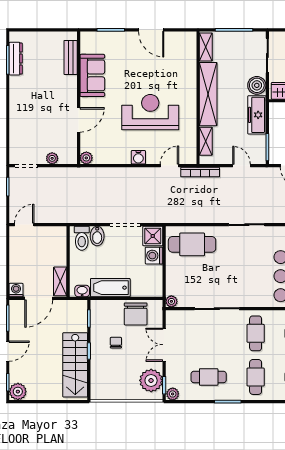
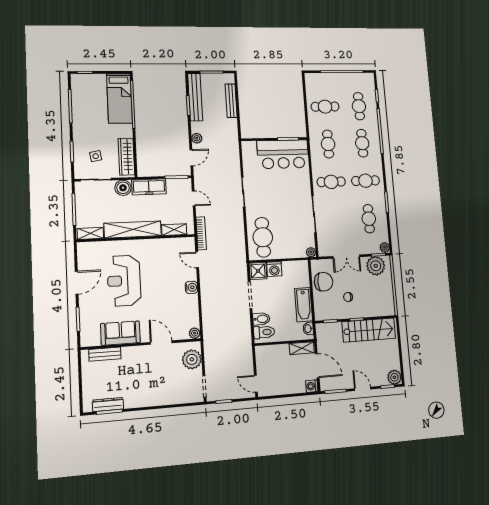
reception desk: (150, 112) -> (124, 281), moved
plant: (52, 158) -> (192, 359), width x1.88, depth x1.88
door: (242, 166) -> (194, 198), swing flipped

